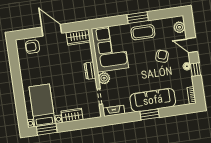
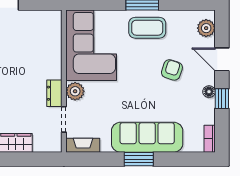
wardrobe: (78, 37) -> (44, 21), removed
dresser: (90, 71) -> (54, 93), moved

